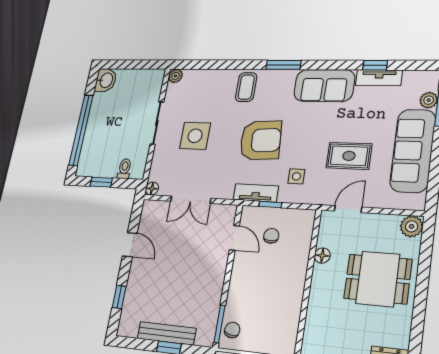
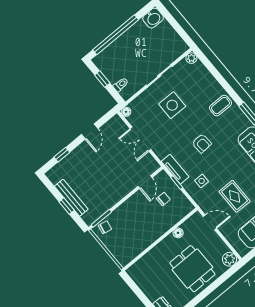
armchair: (261, 140) -> (202, 143), width x0.53, depth x0.53

